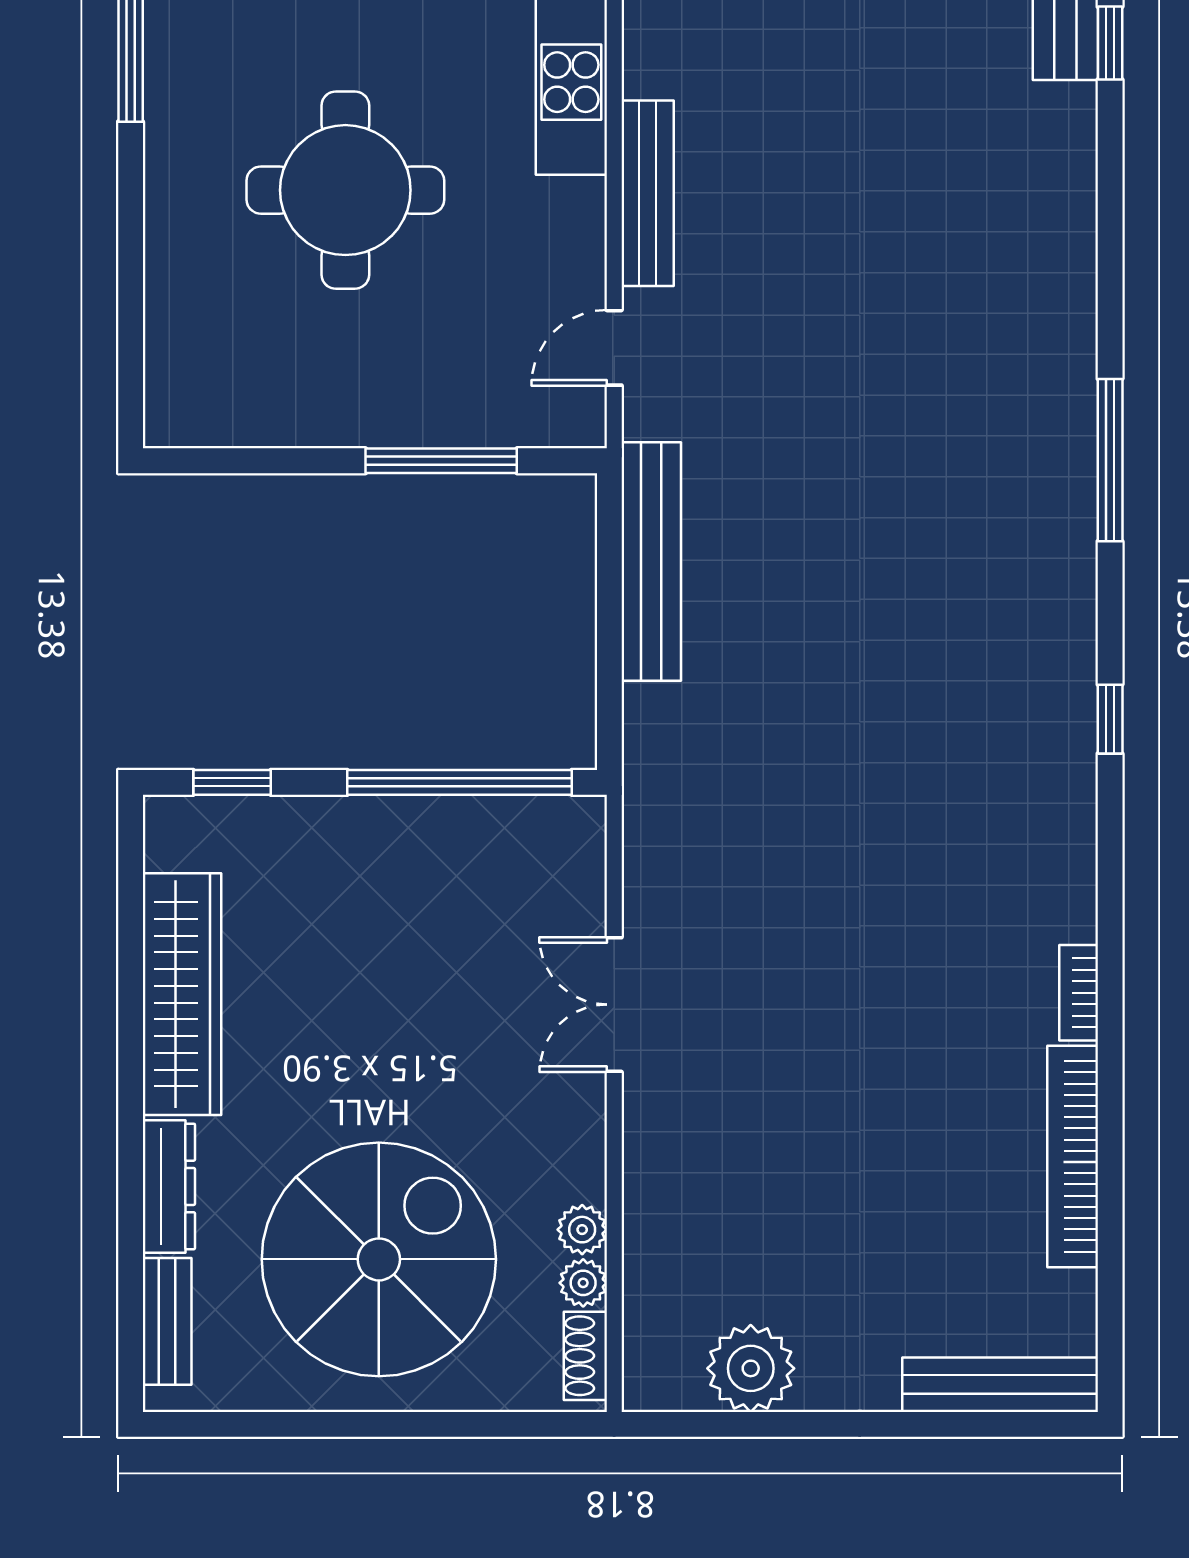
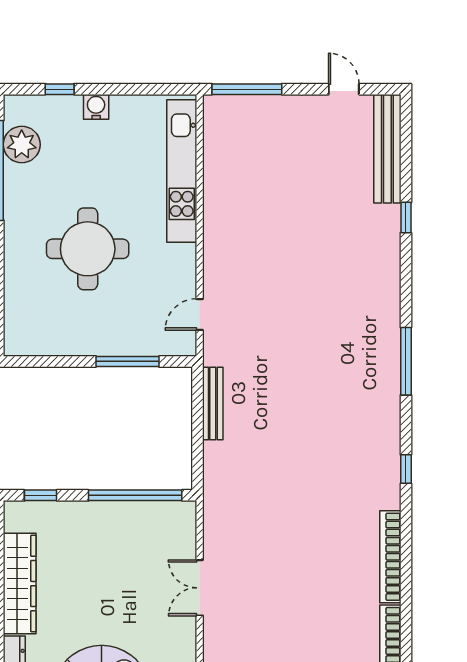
window: (1110, 43) -> (406, 218), moved
bench: (648, 193) -> (213, 250), removed
bench: (651, 561) -> (213, 403), width x0.73, depth x0.82
bookcase: (1079, 993) -> (390, 557), width x2.31, depth x1.31

